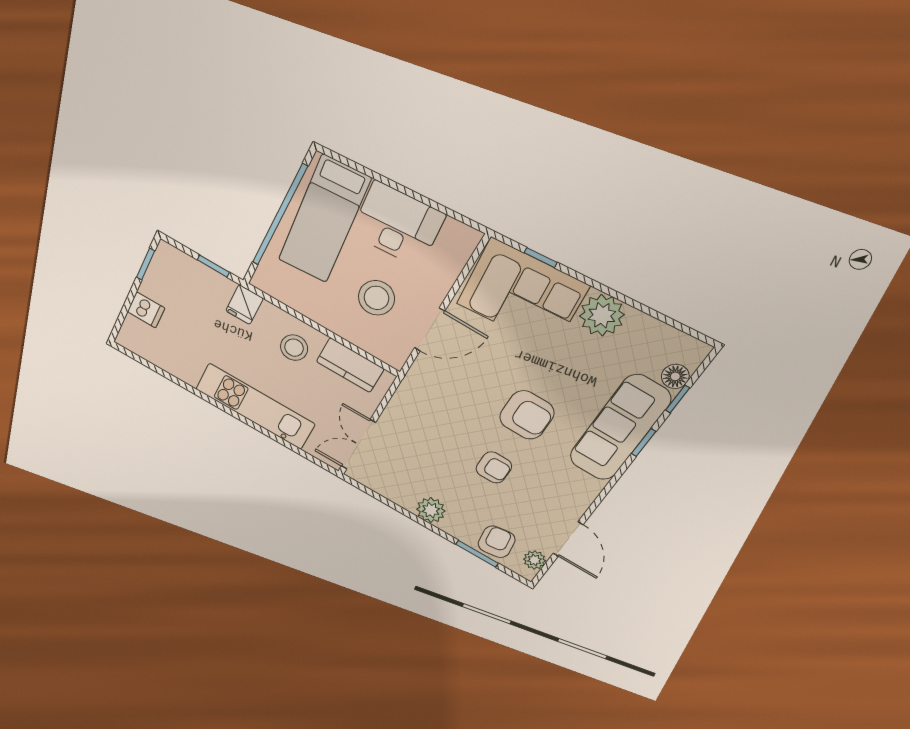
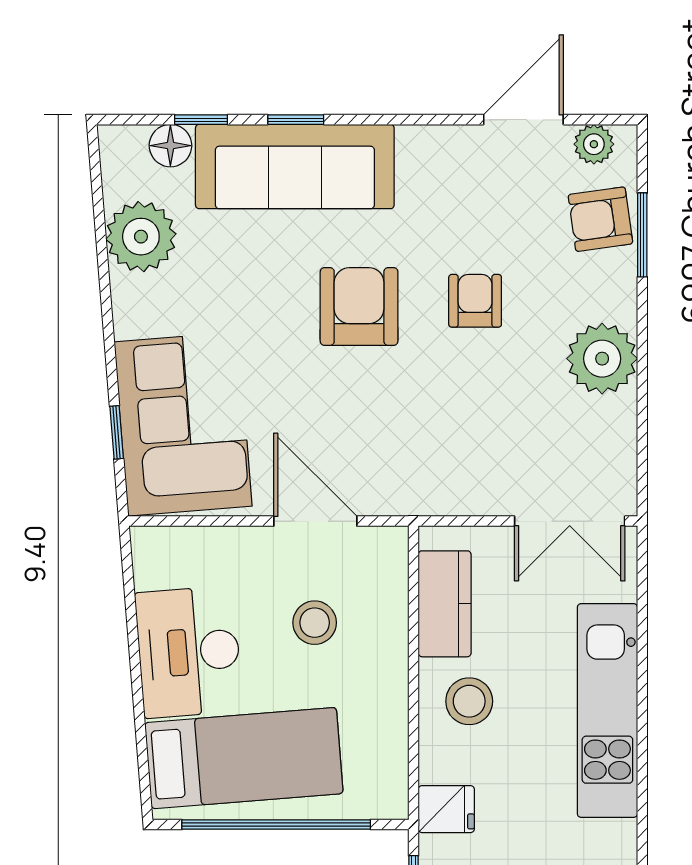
stool: (376, 298) -> (315, 623), width x0.73, depth x0.73
plant: (602, 315) -> (141, 237), moved
plant: (431, 510) -> (602, 359), width x1.36, depth x1.36

